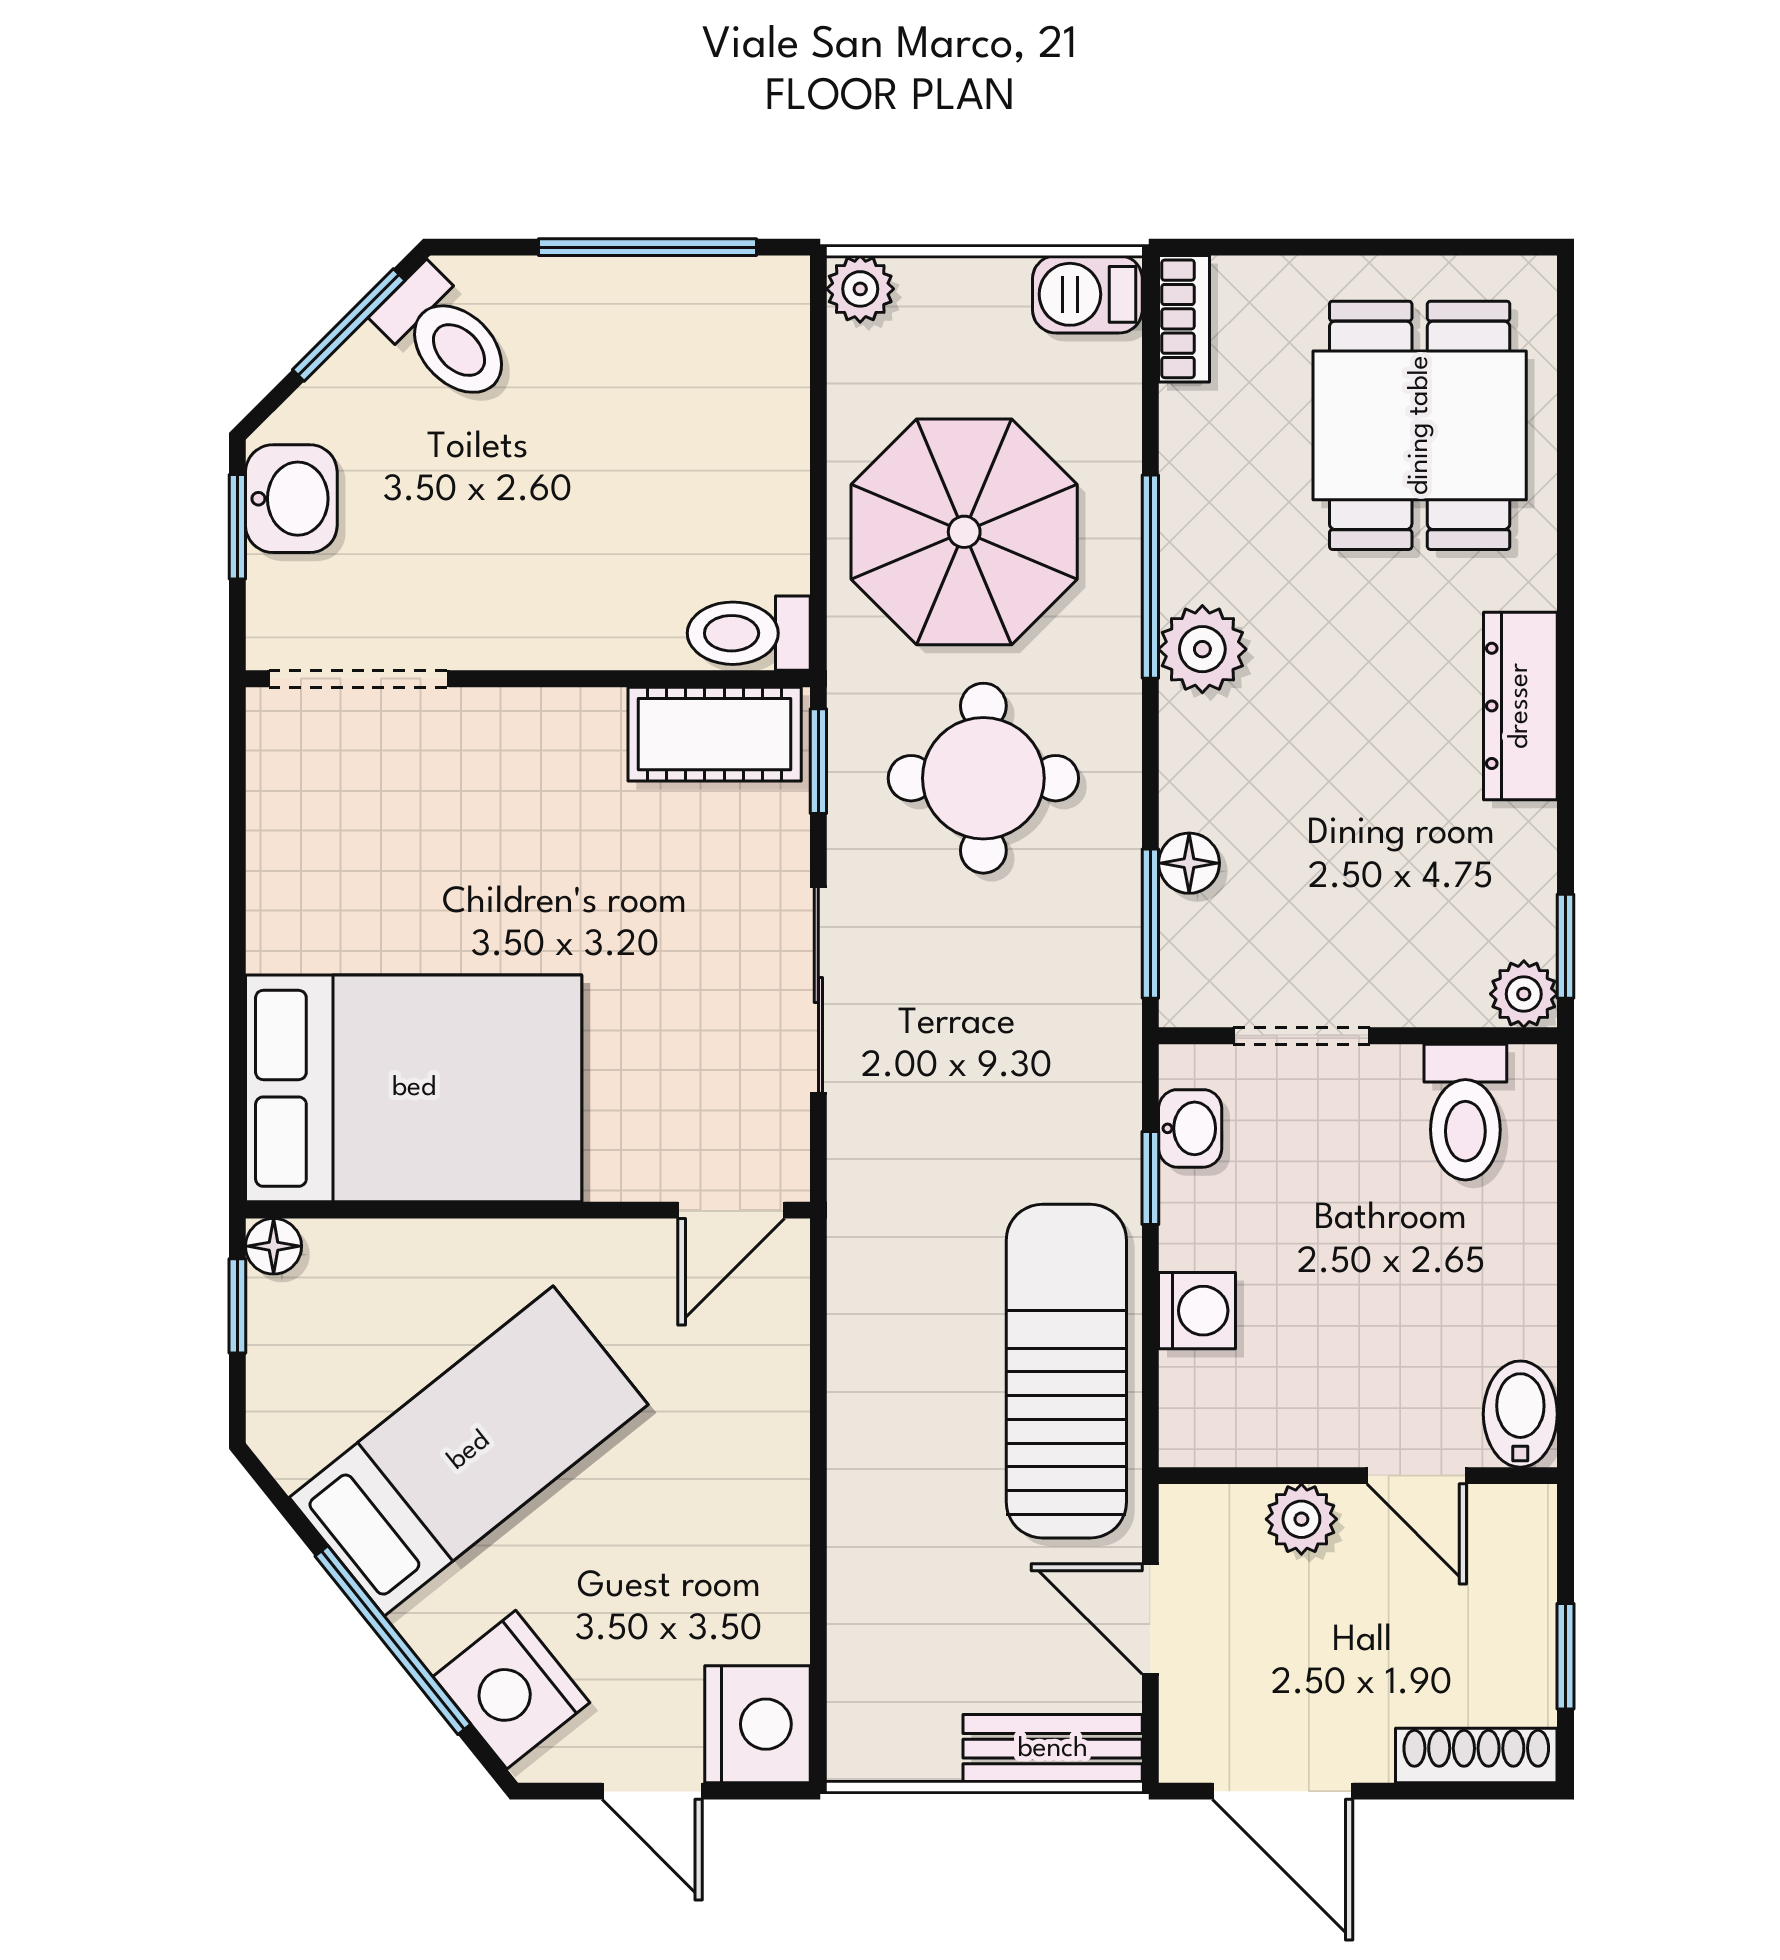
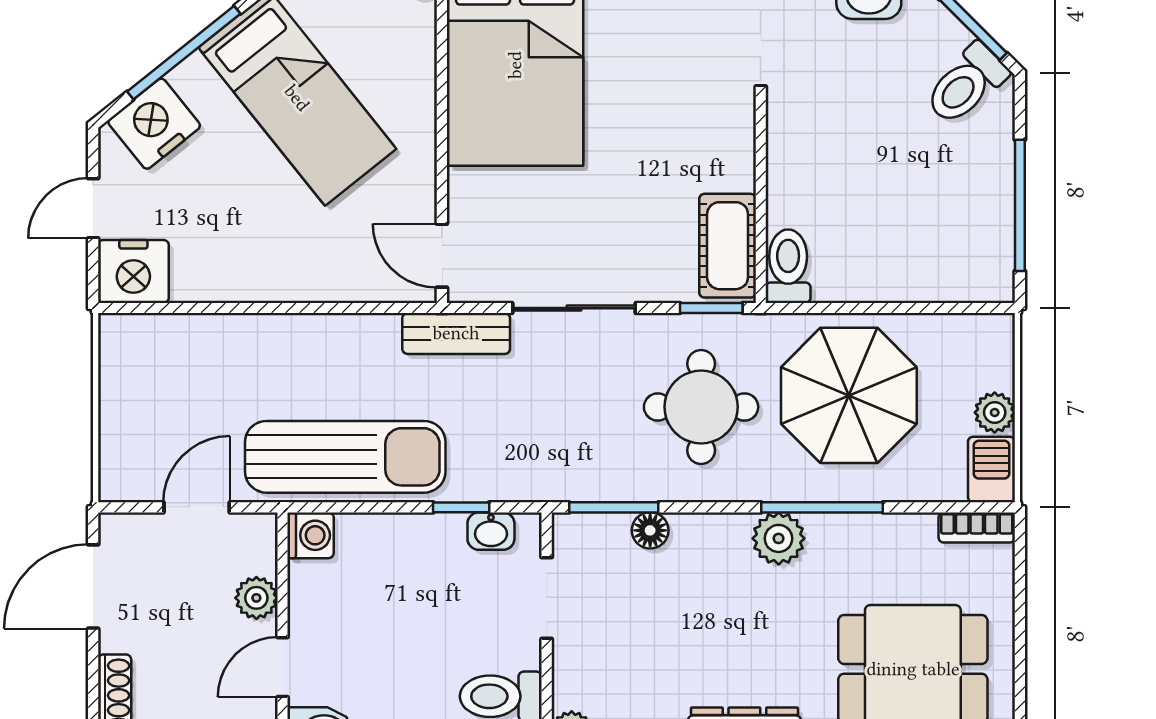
plant: (860, 289) -> (995, 412), moved
washing machine: (1197, 1311) -> (310, 535), moved, turned -90
bench: (1053, 1749) -> (456, 333), moved, turned 90

